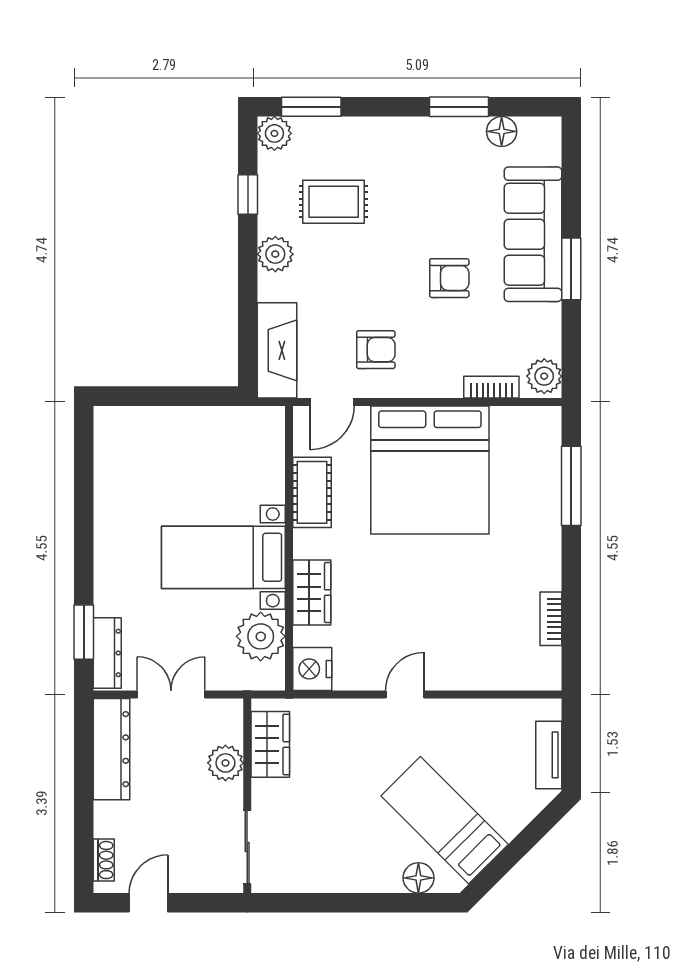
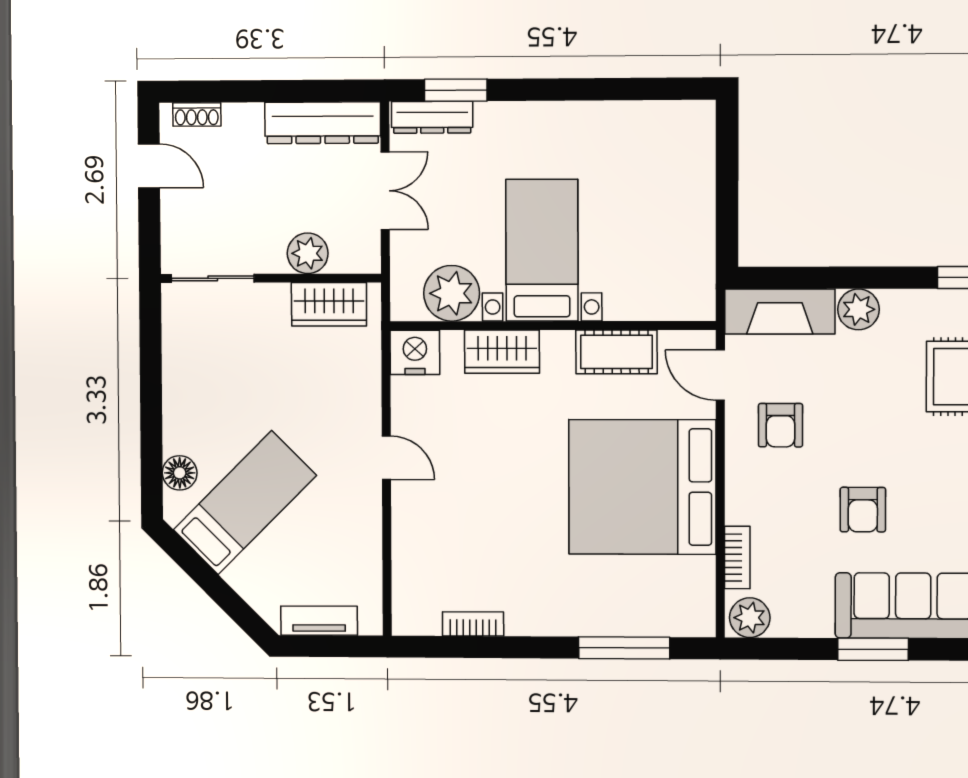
plant: (275, 254) -> (858, 309), moved

